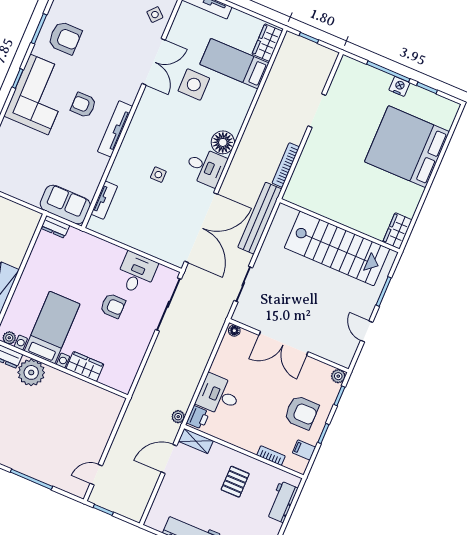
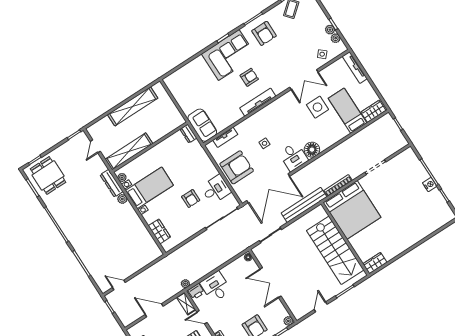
armchair: (83, 105) -> (249, 77), turned 90
bed: (407, 147) -> (352, 210), moved, turned 180
armchair: (144, 228) -> (237, 167), added
wardrobe: (85, 367) -> (159, 231), moved
plant: (31, 372) -> (122, 199), width x0.53, depth x0.53
door: (227, 445) -> (202, 317), added
door: (169, 459) -> (154, 310), moved

